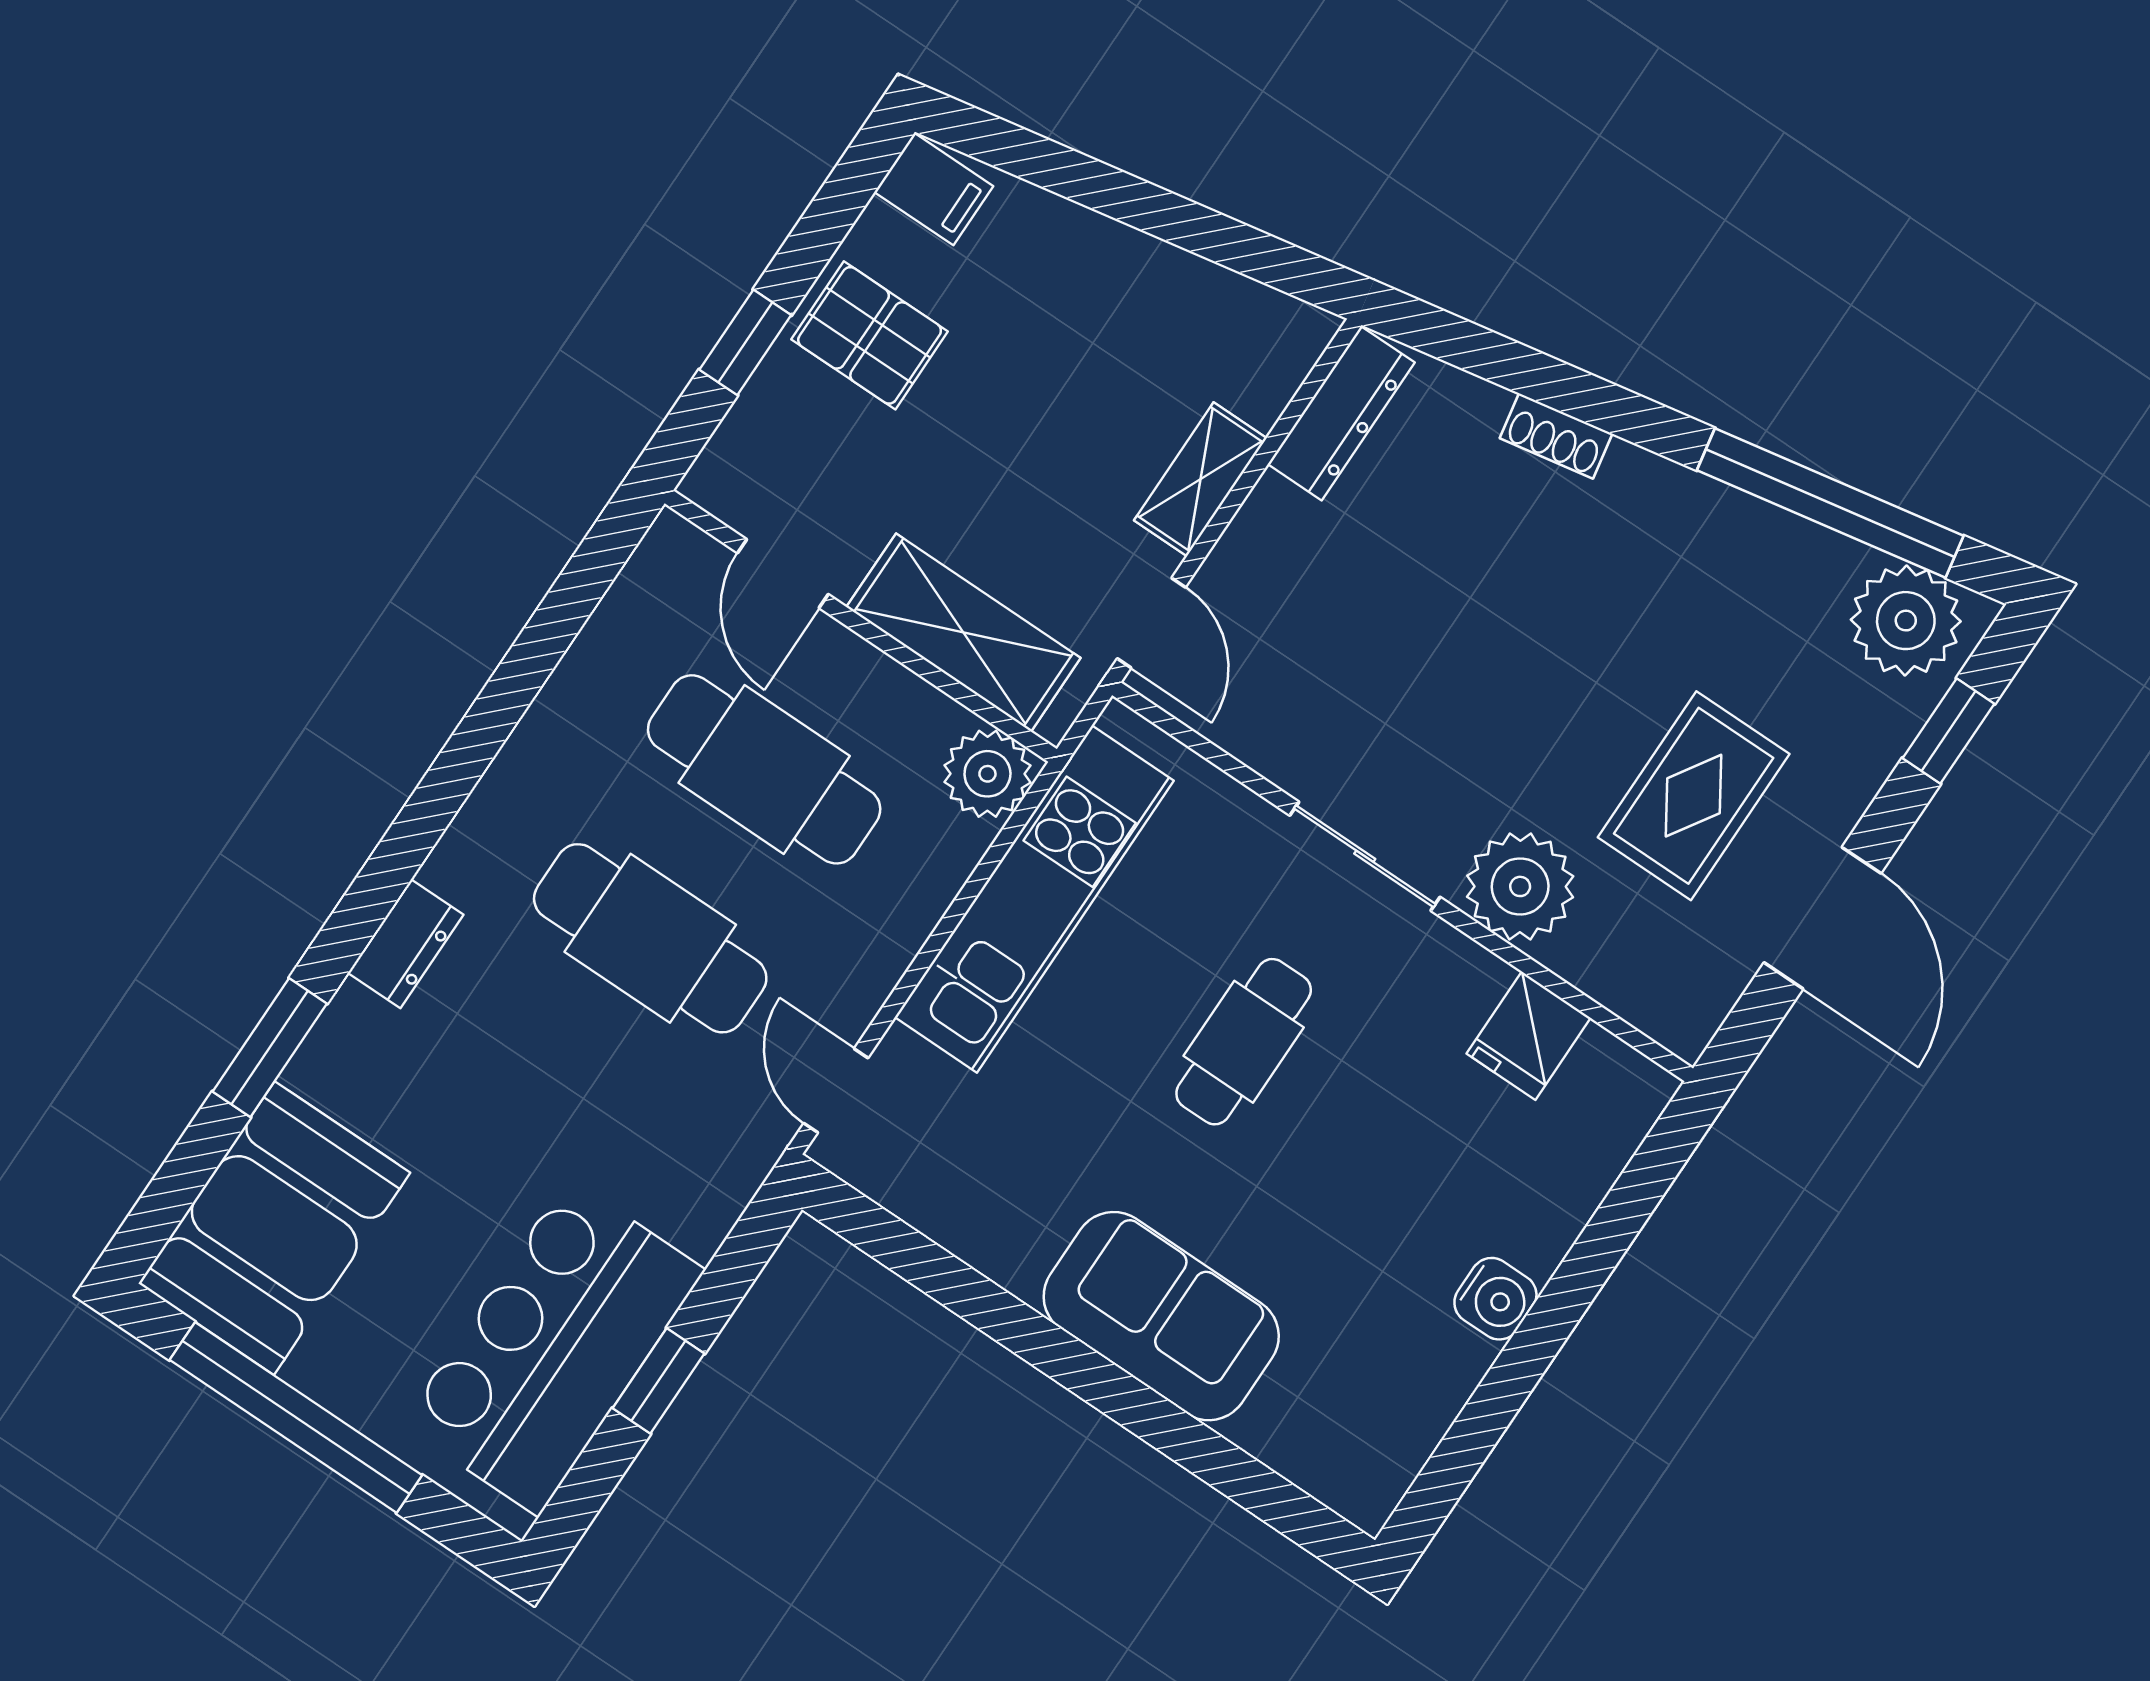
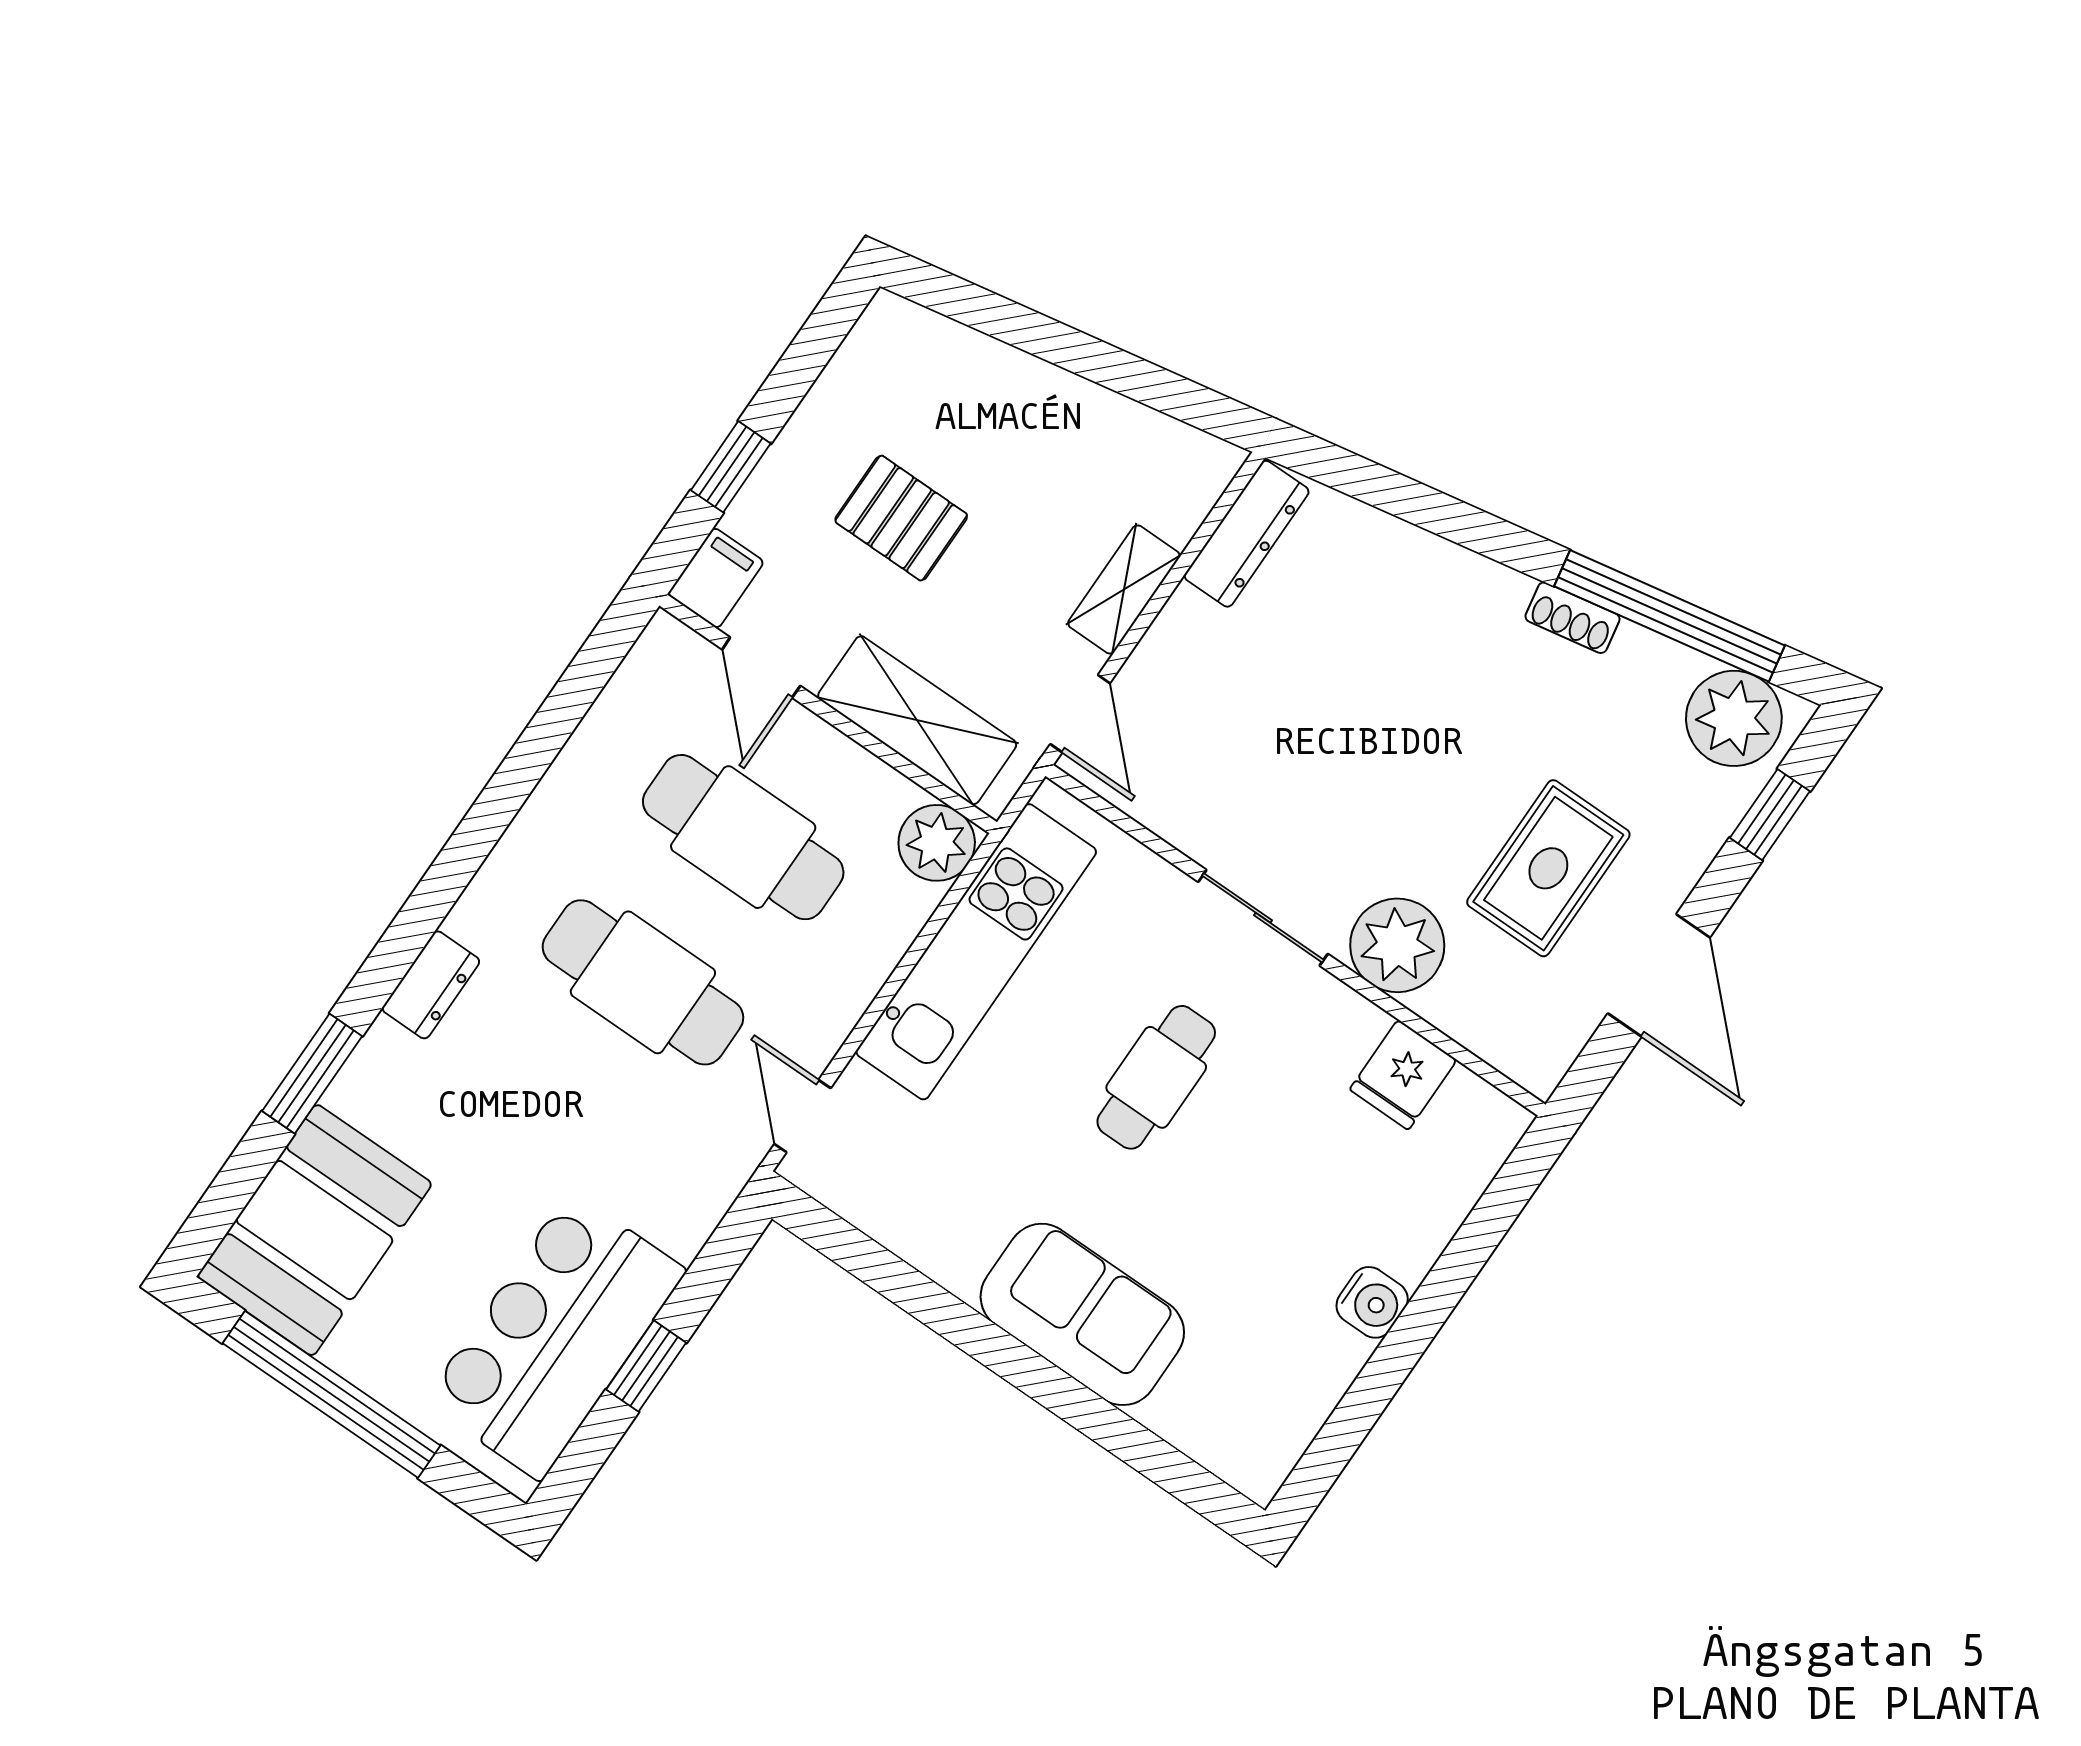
filing cabinet: (934, 189) -> (716, 578), moved, turned -90
pallet: (870, 335) -> (901, 518), moved
shoe rack: (1556, 436) -> (1573, 618), moved

